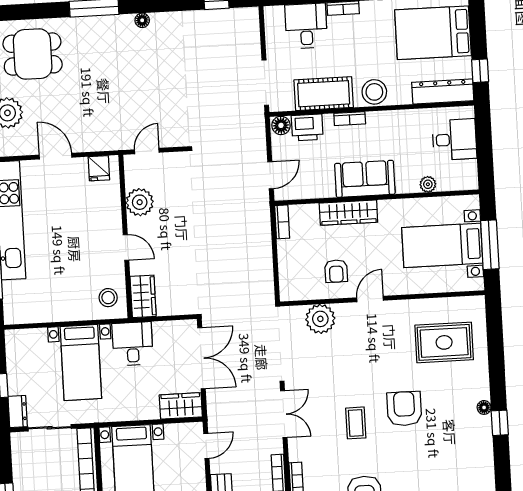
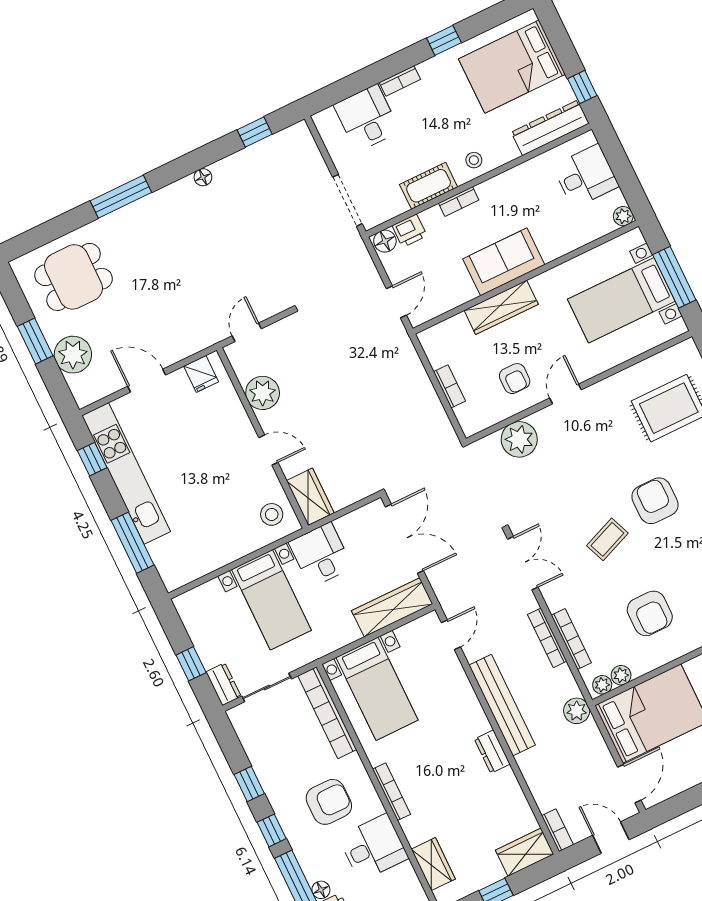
floor lamp: (142, 20) -> (203, 177), moved
stool: (374, 92) -> (474, 160), width x0.53, depth x0.53
cot: (324, 94) -> (429, 186), width x0.73, depth x0.75
printer: (307, 127) -> (410, 231), width x0.73, depth x0.81
plant: (428, 184) -> (623, 216), moved
bookcase: (282, 222) -> (449, 386), moved
wardrobe: (181, 406) -> (392, 607), width x1.50
coffee table: (356, 423) -> (607, 539), turned 68

